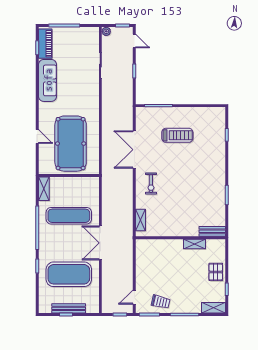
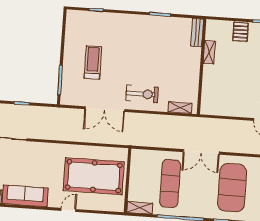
door: (37, 136) -> (68, 210), moved
exercise bike: (151, 184) -> (142, 94), width x1.38, depth x1.39
pallet: (216, 272) -> (241, 32), turned 90

